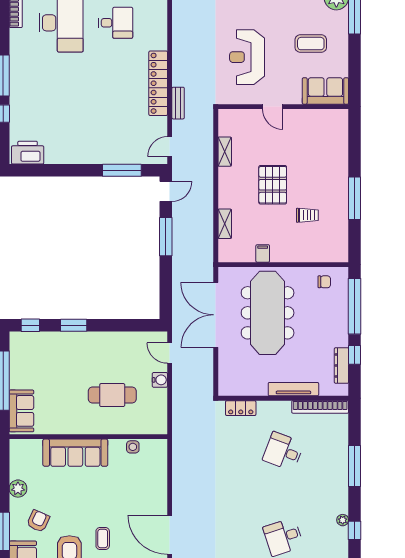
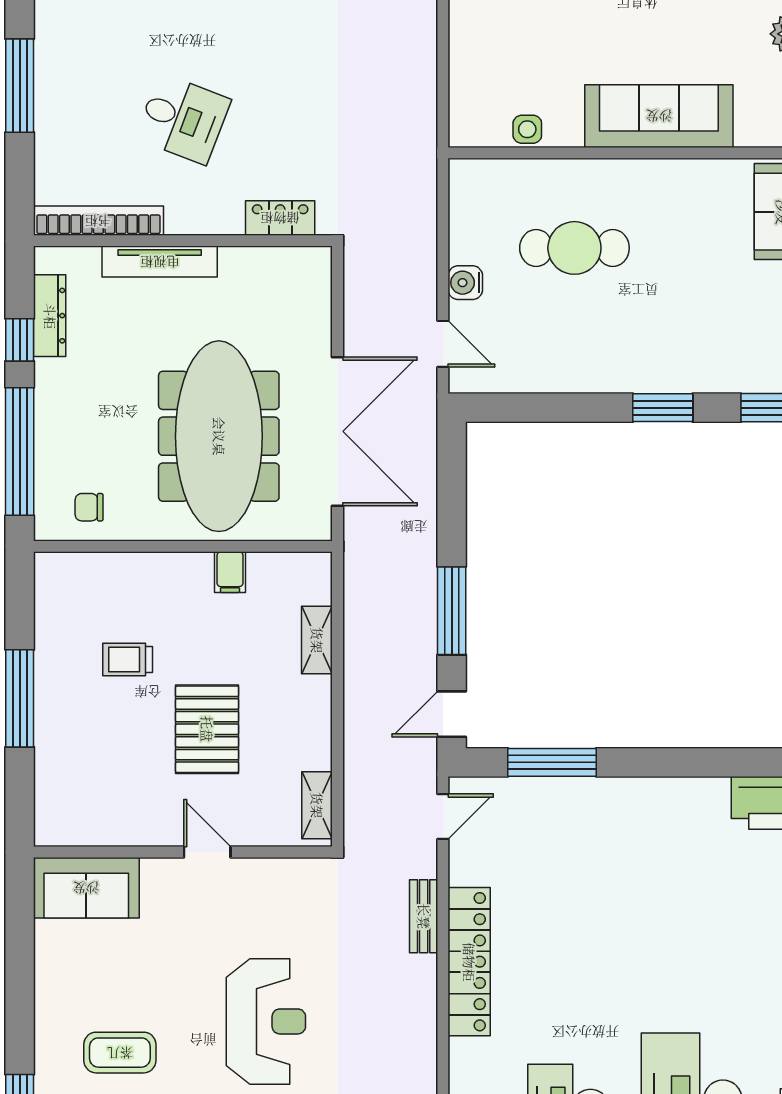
sofa: (325, 91) -> (86, 888), moved
door: (273, 107) -> (207, 852), moved
wall: (283, 107) -> (183, 852), moved

